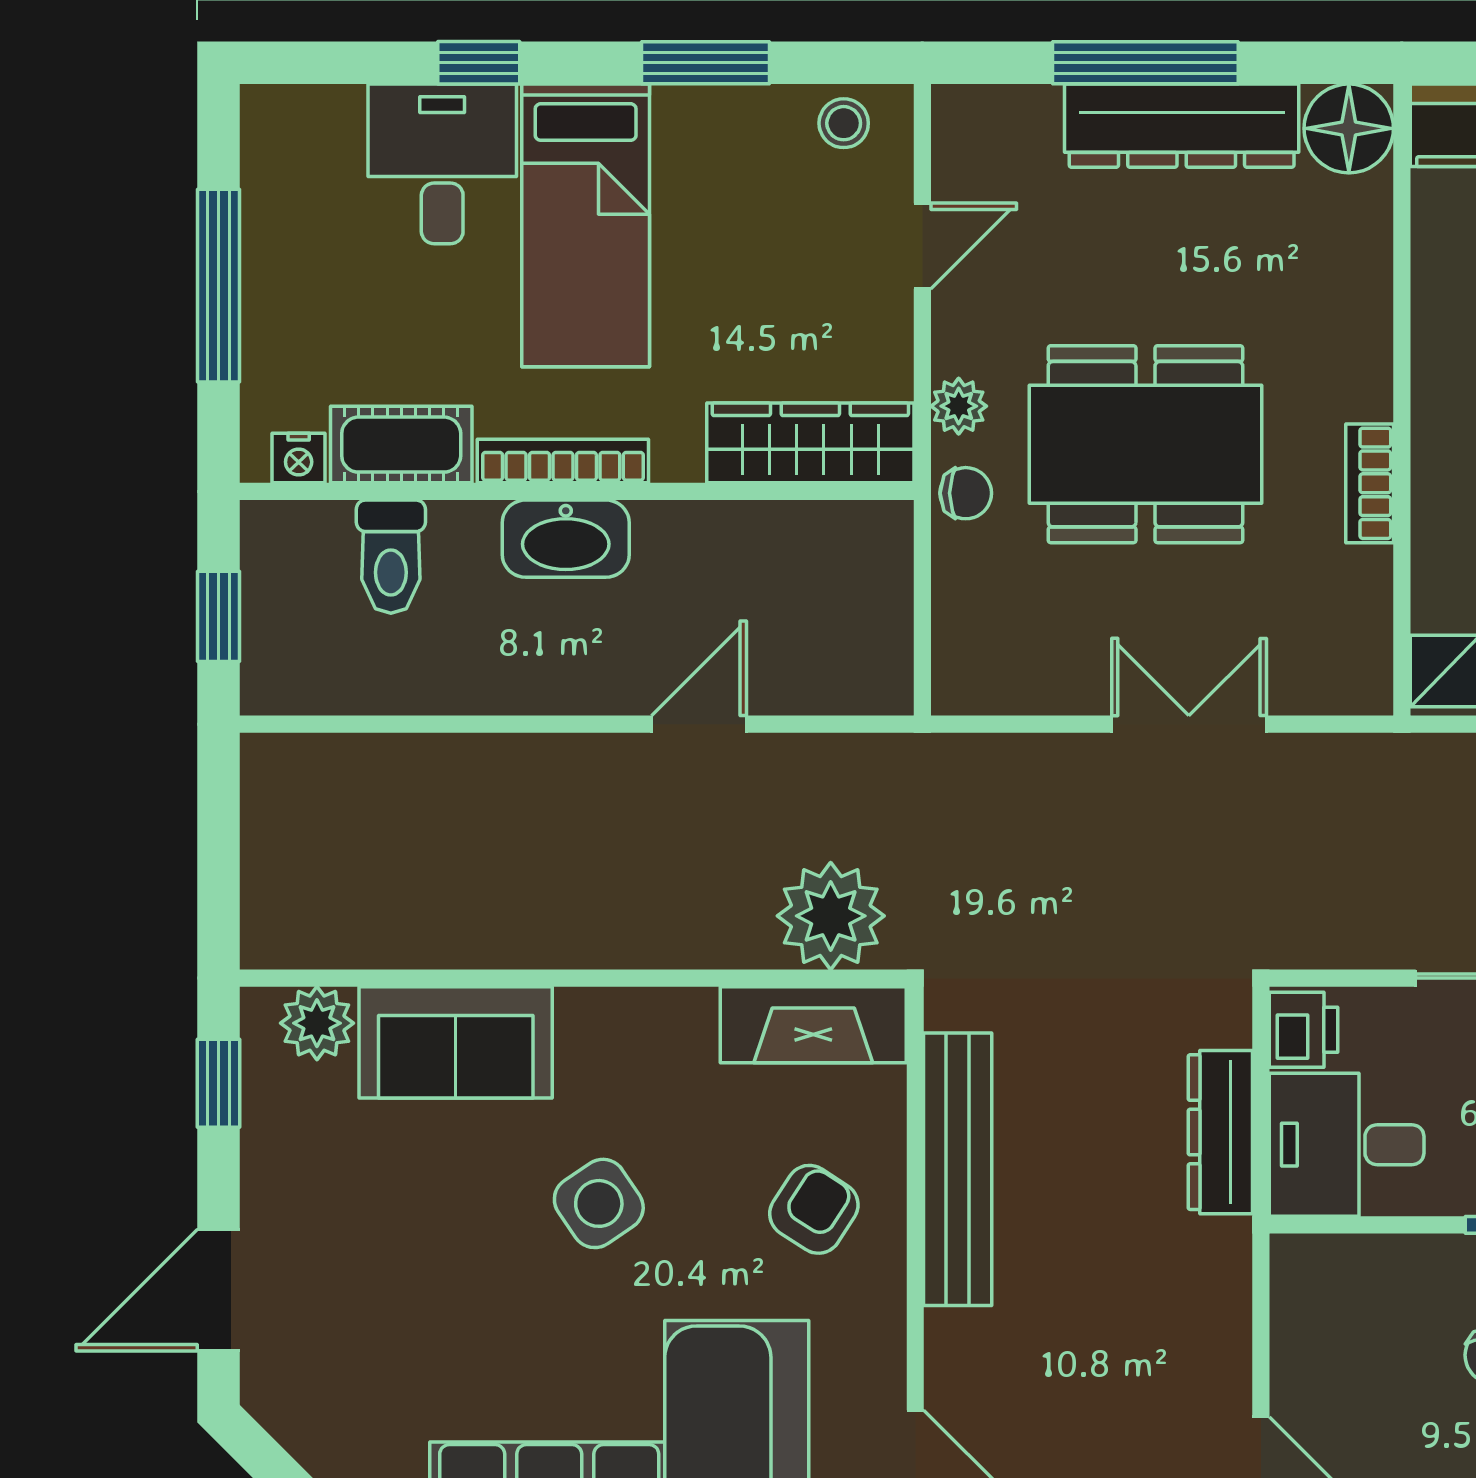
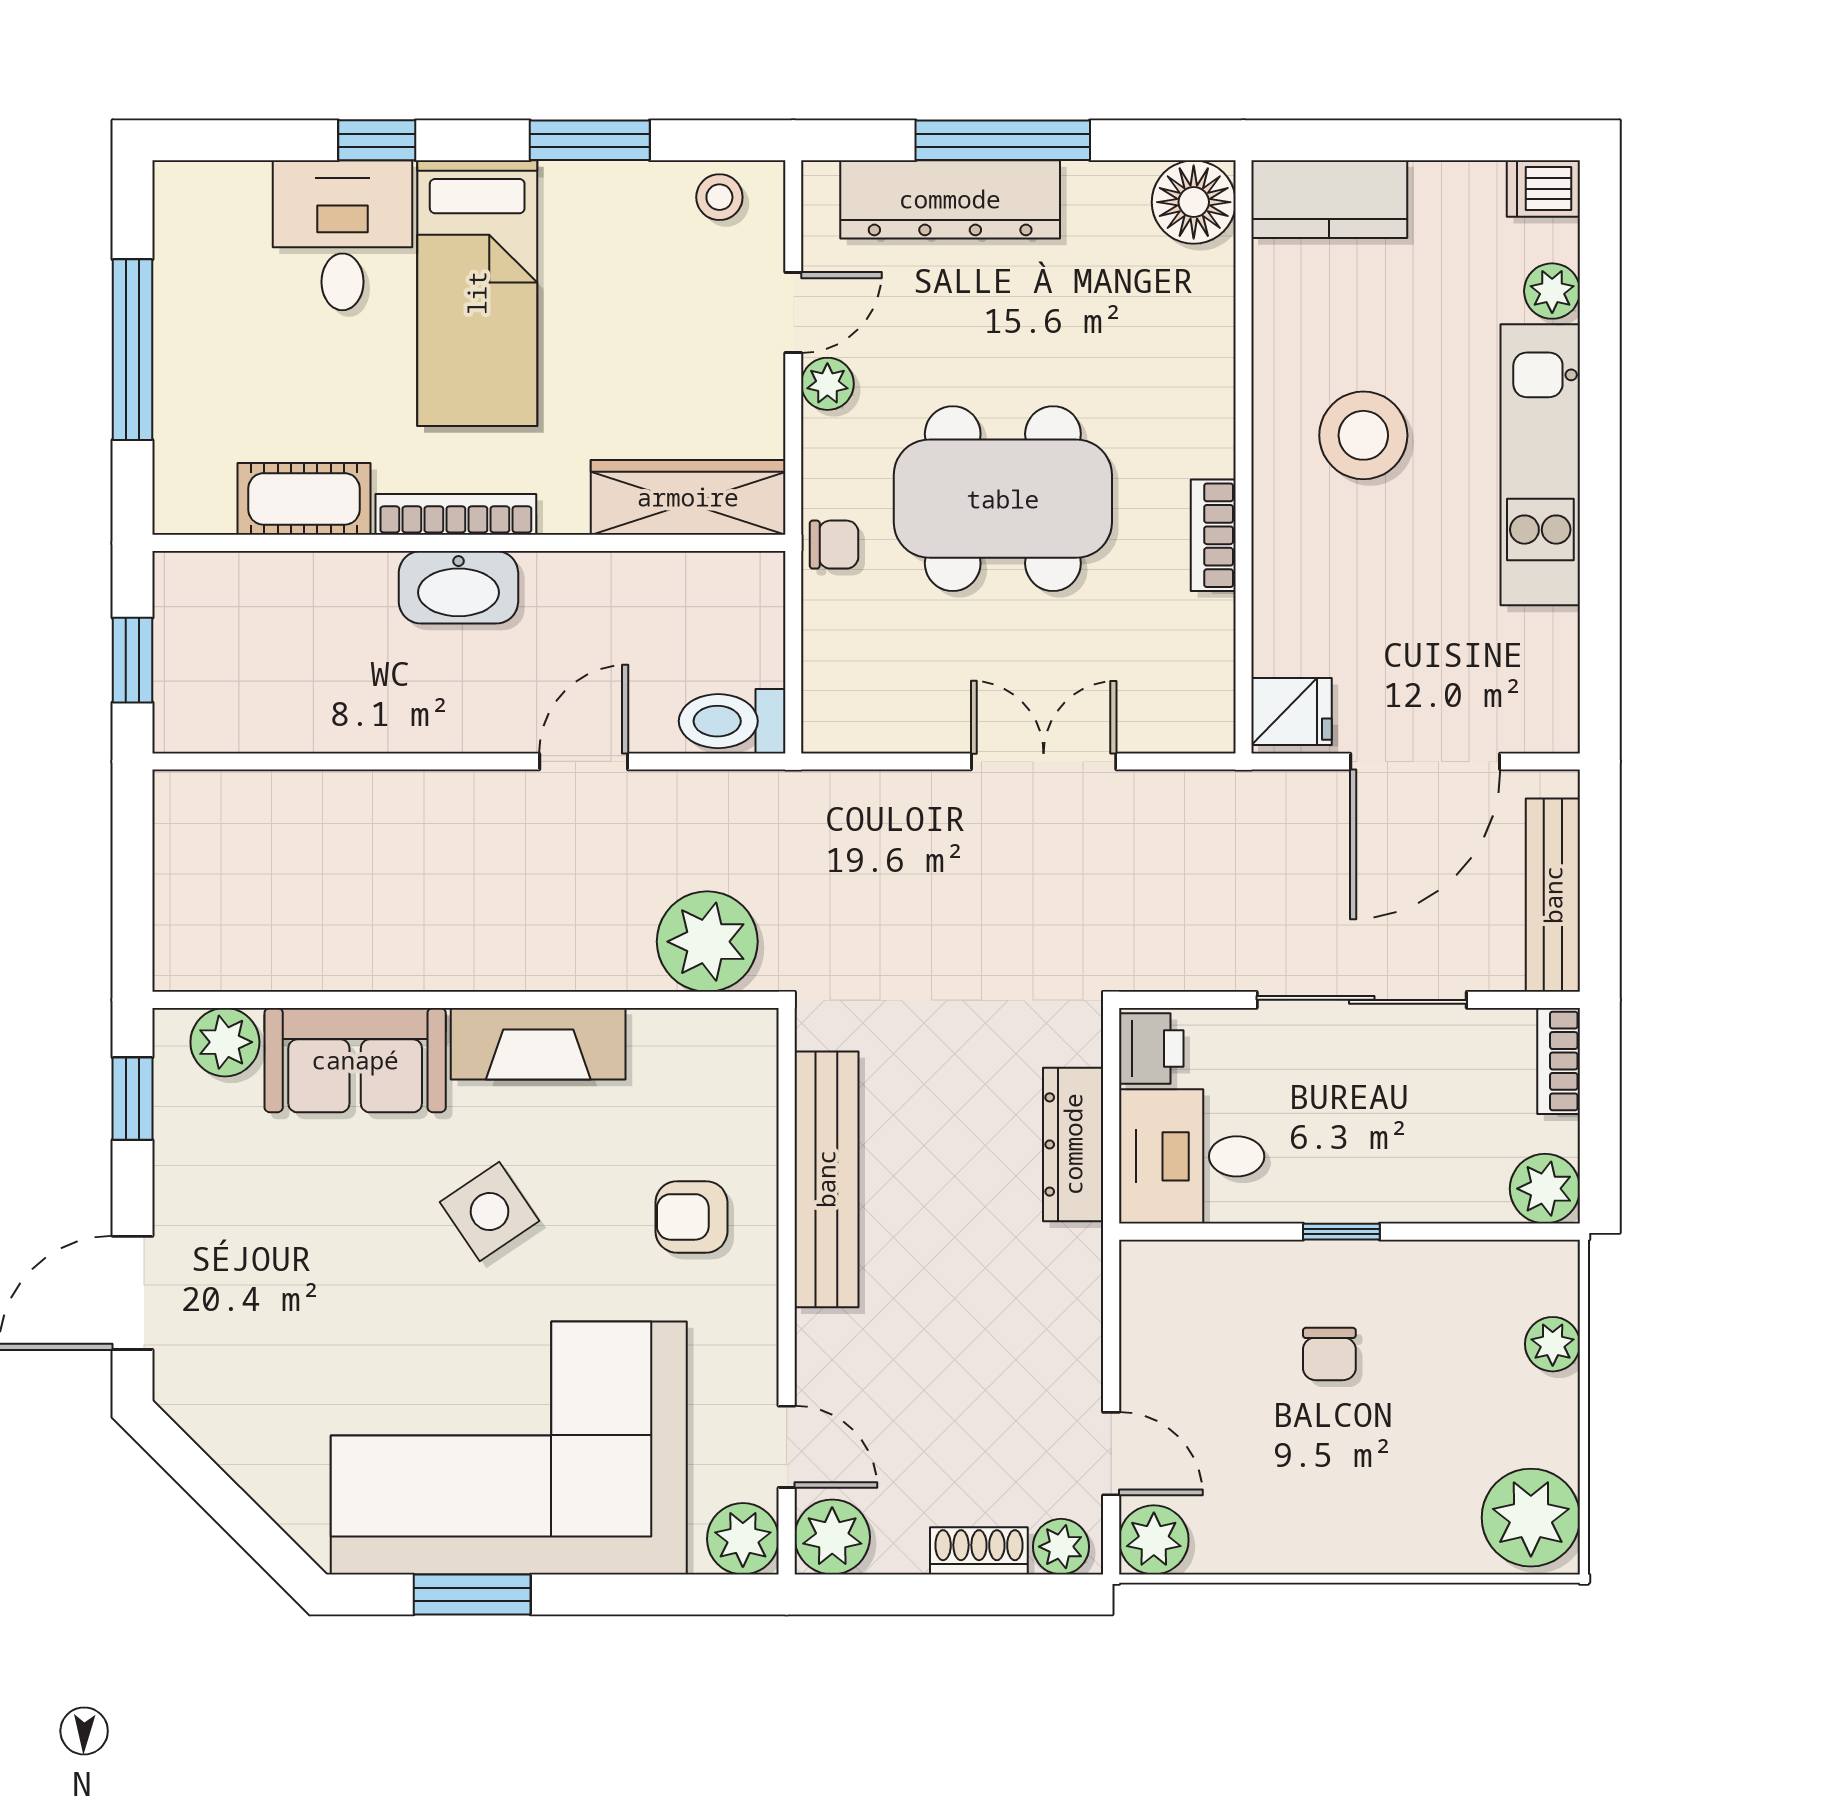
dresser: (1182, 126) -> (950, 199), moved
plant: (959, 406) -> (827, 384), moved
nightstand: (299, 458) -> (208, 512), removed
toilet: (391, 557) -> (732, 721), moved, turned 90
fireplace: (813, 1025) -> (538, 1044), moved
armchair: (814, 1209) -> (691, 1217), turned -123

